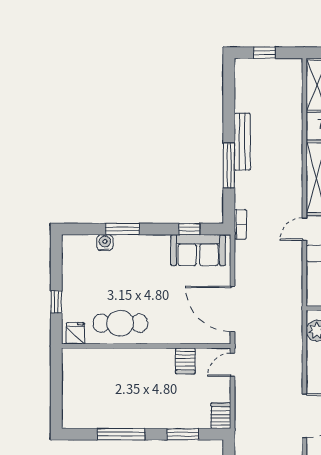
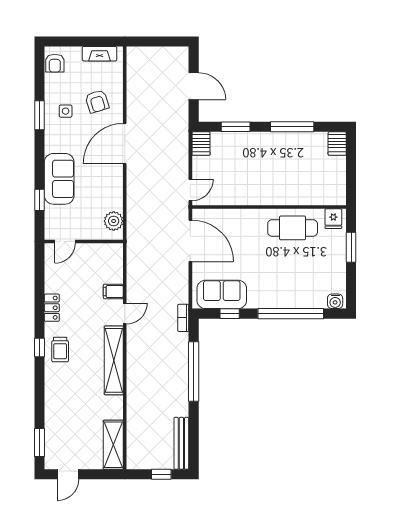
bench: (242, 142) -> (181, 443), moved
window: (229, 166) -> (194, 372), width x1.46
window: (122, 229) -> (291, 314), width x2.11
water cooler: (105, 243) -> (335, 301), moved
window: (56, 302) -> (351, 247), width x1.50
server rack: (185, 361) -> (337, 144), moved, turned 180

